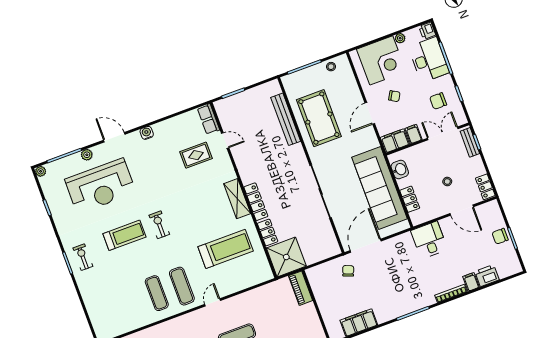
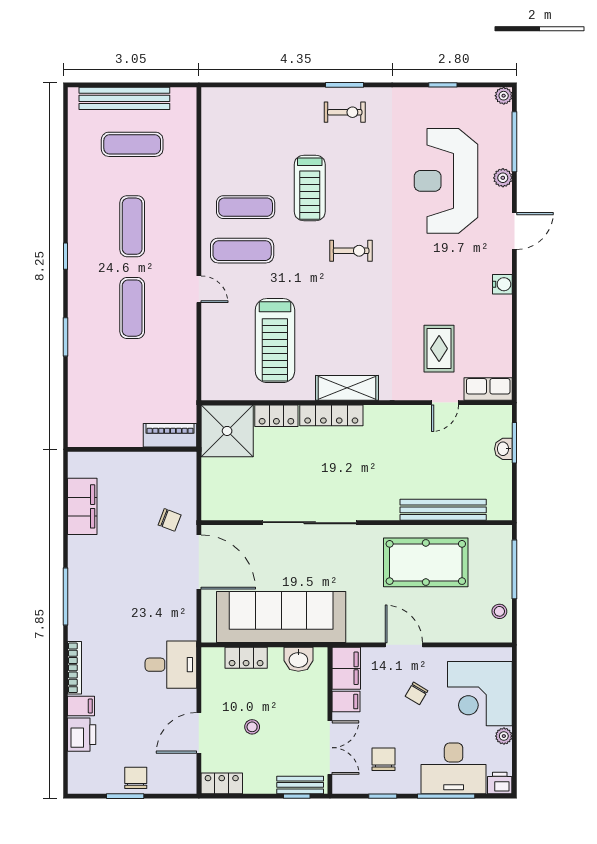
washbasin: (239, 98) -> (503, 449), added
treadmill: (124, 235) -> (310, 188), moved

